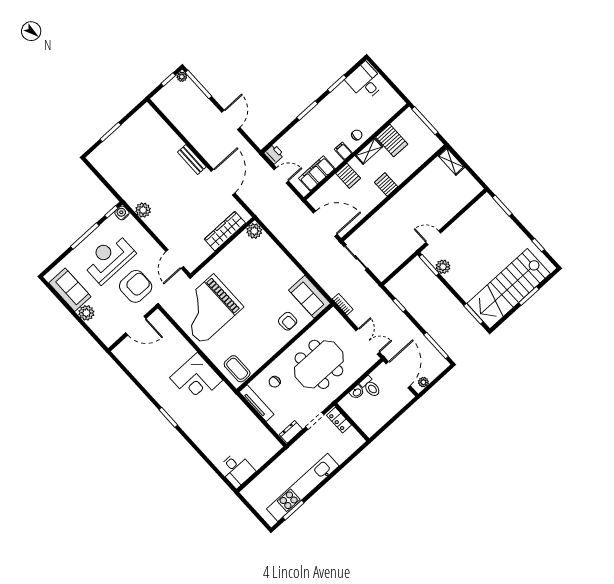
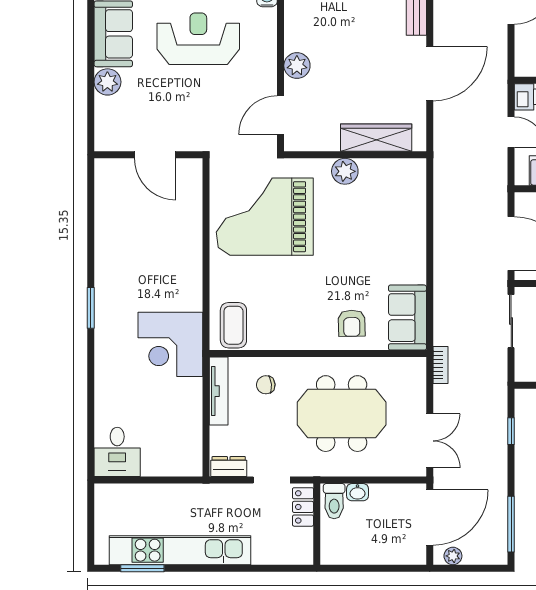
plant: (143, 210) -> (297, 66), moved
plant: (254, 231) -> (345, 171), moved
armchair: (136, 286) -> (200, 105), removed
corner desk: (196, 379) -> (170, 344), moved
toilet: (370, 387) -> (334, 501), moved

